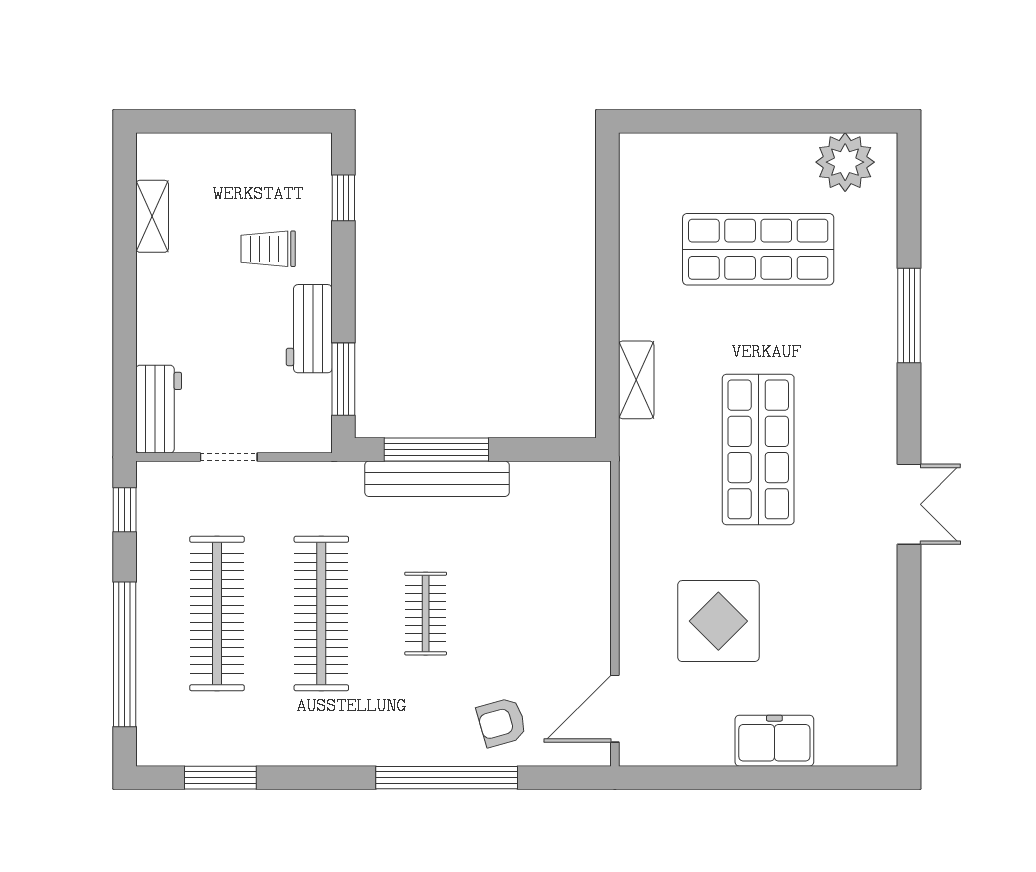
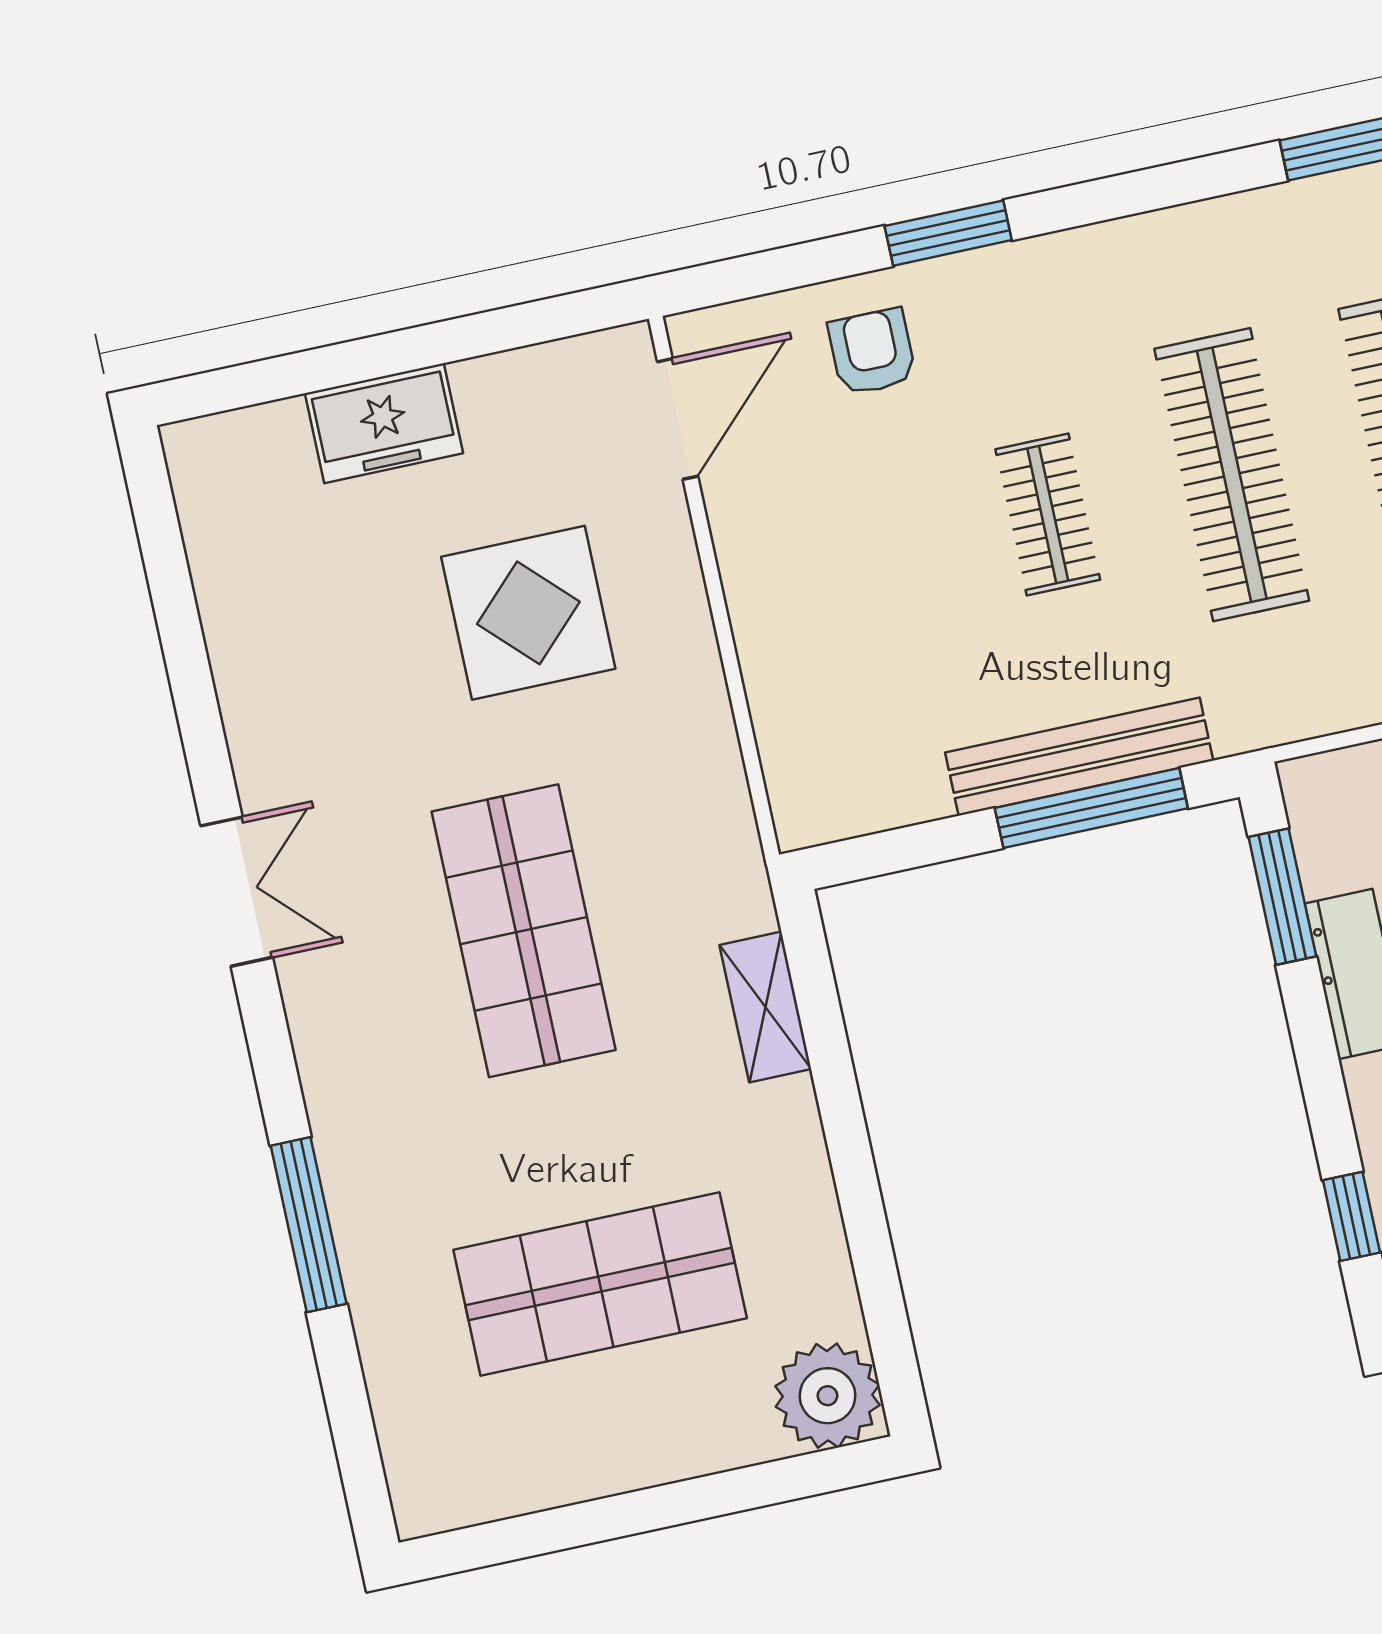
plant: (845, 162) -> (827, 1396), moved
double door: (909, 504) -> (237, 892), swing flipped
armchair: (502, 722) -> (872, 352), turned -74
window: (447, 778) -> (948, 233), width x0.47

